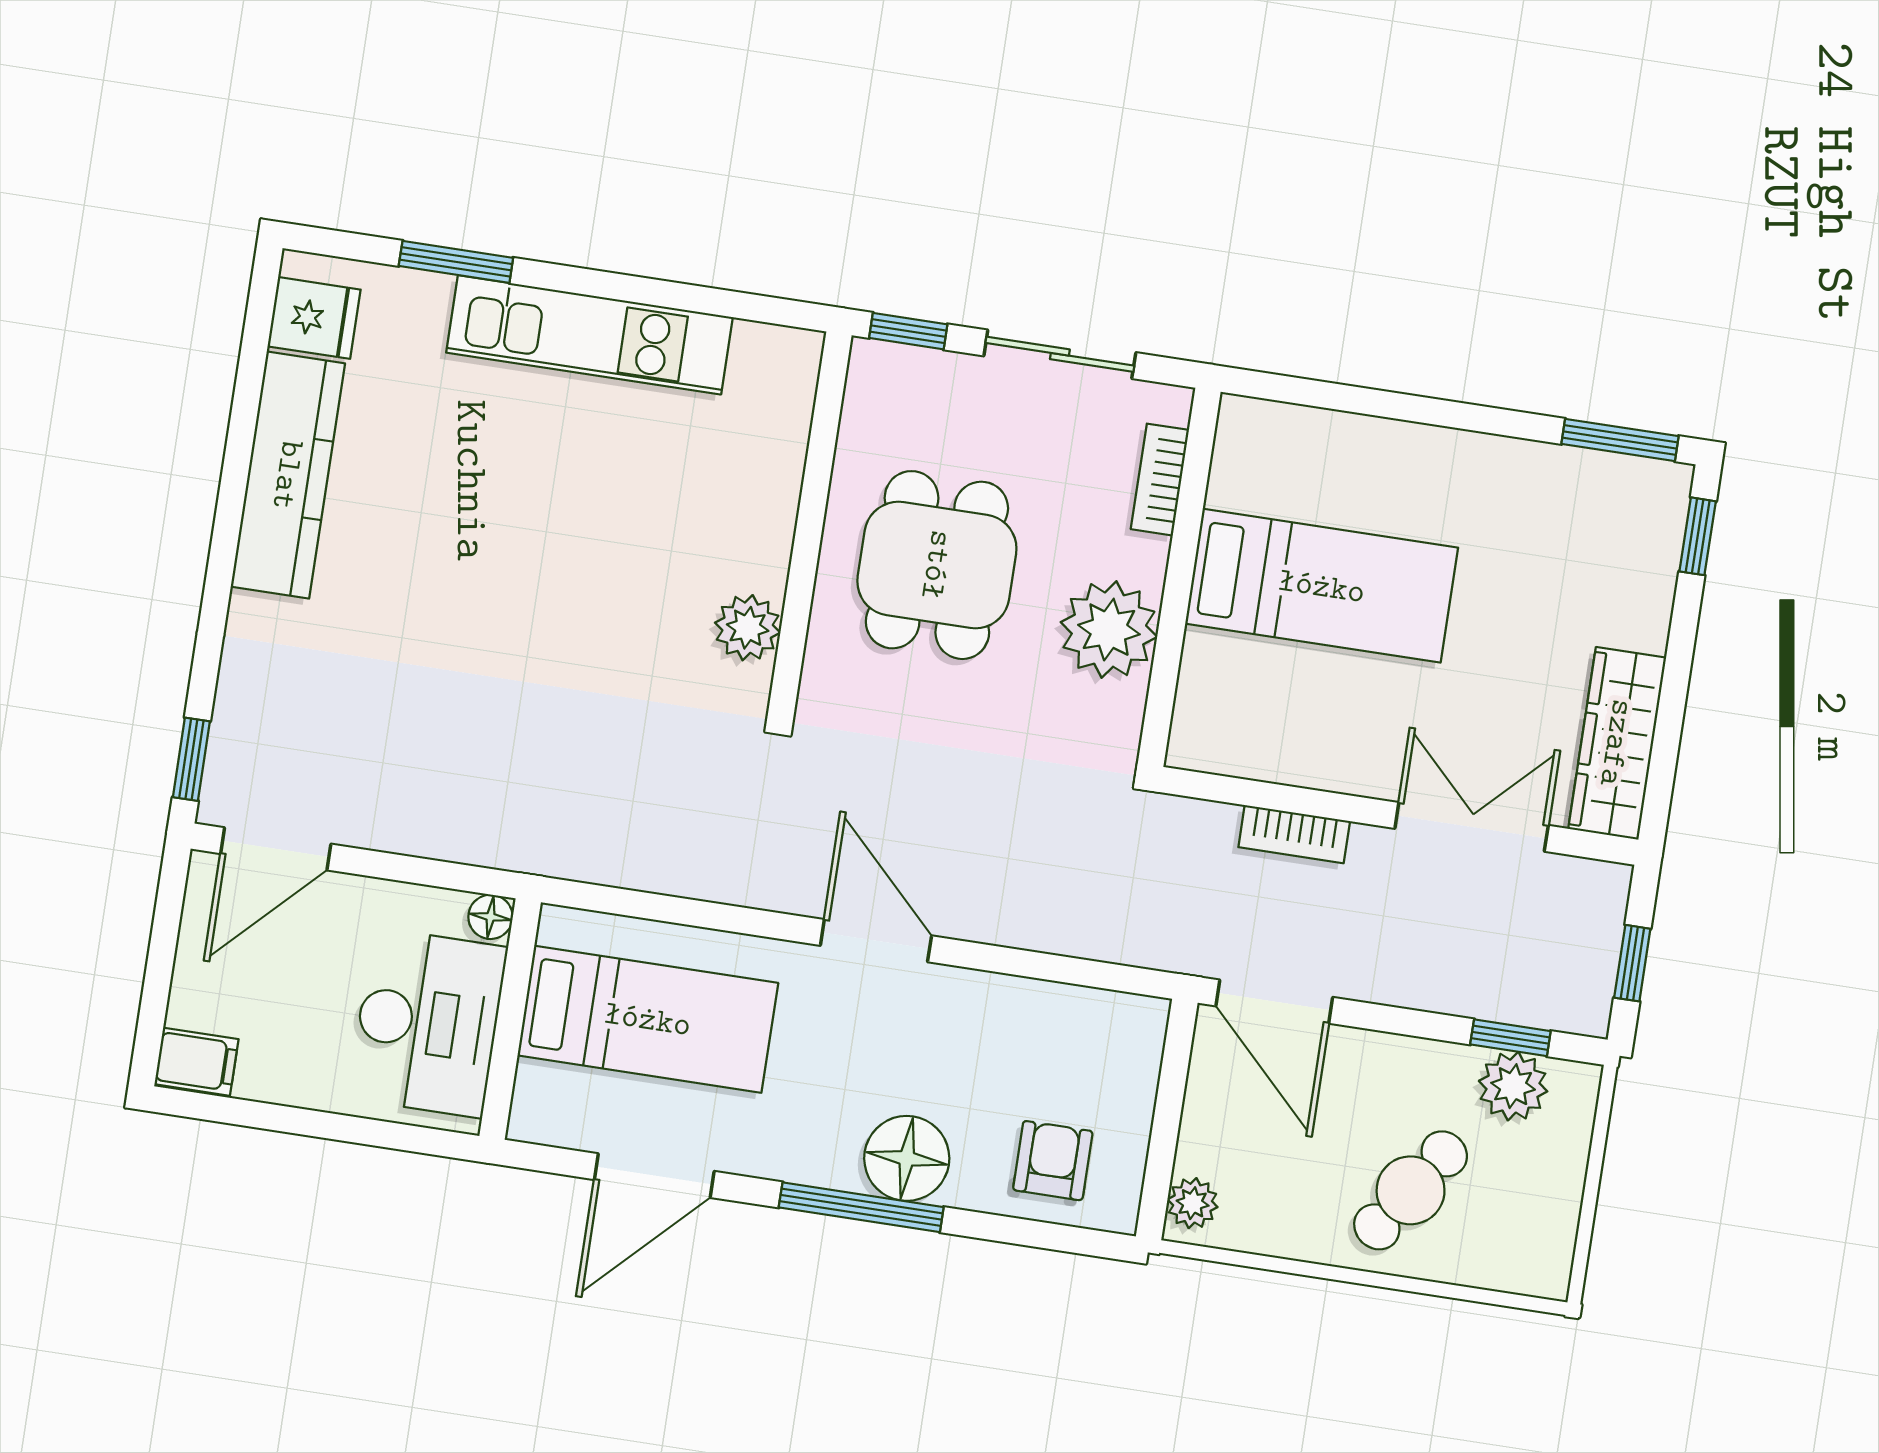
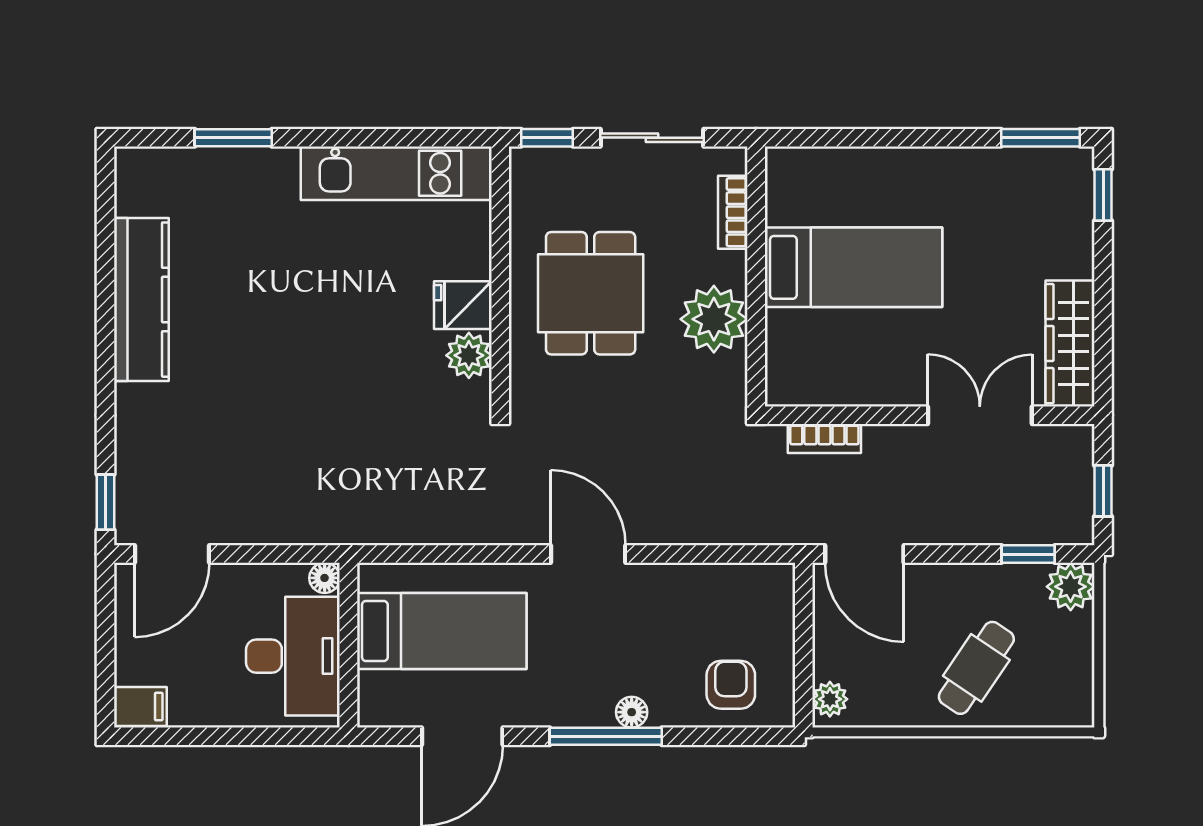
fridge: (314, 318) -> (463, 305), moved, turned 180
kitchen unit: (590, 335) -> (396, 173), moved
bookcase: (1294, 834) -> (824, 439), moved
plant: (1513, 1086) -> (1071, 587), moved
floor lamp: (907, 1158) -> (632, 712), width x0.53, depth x0.53

